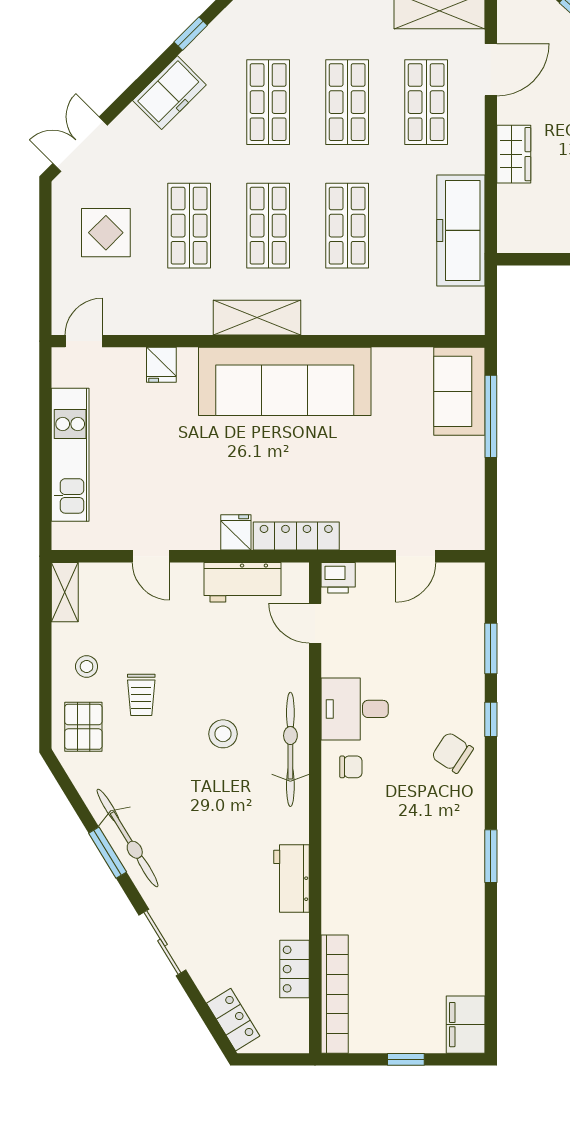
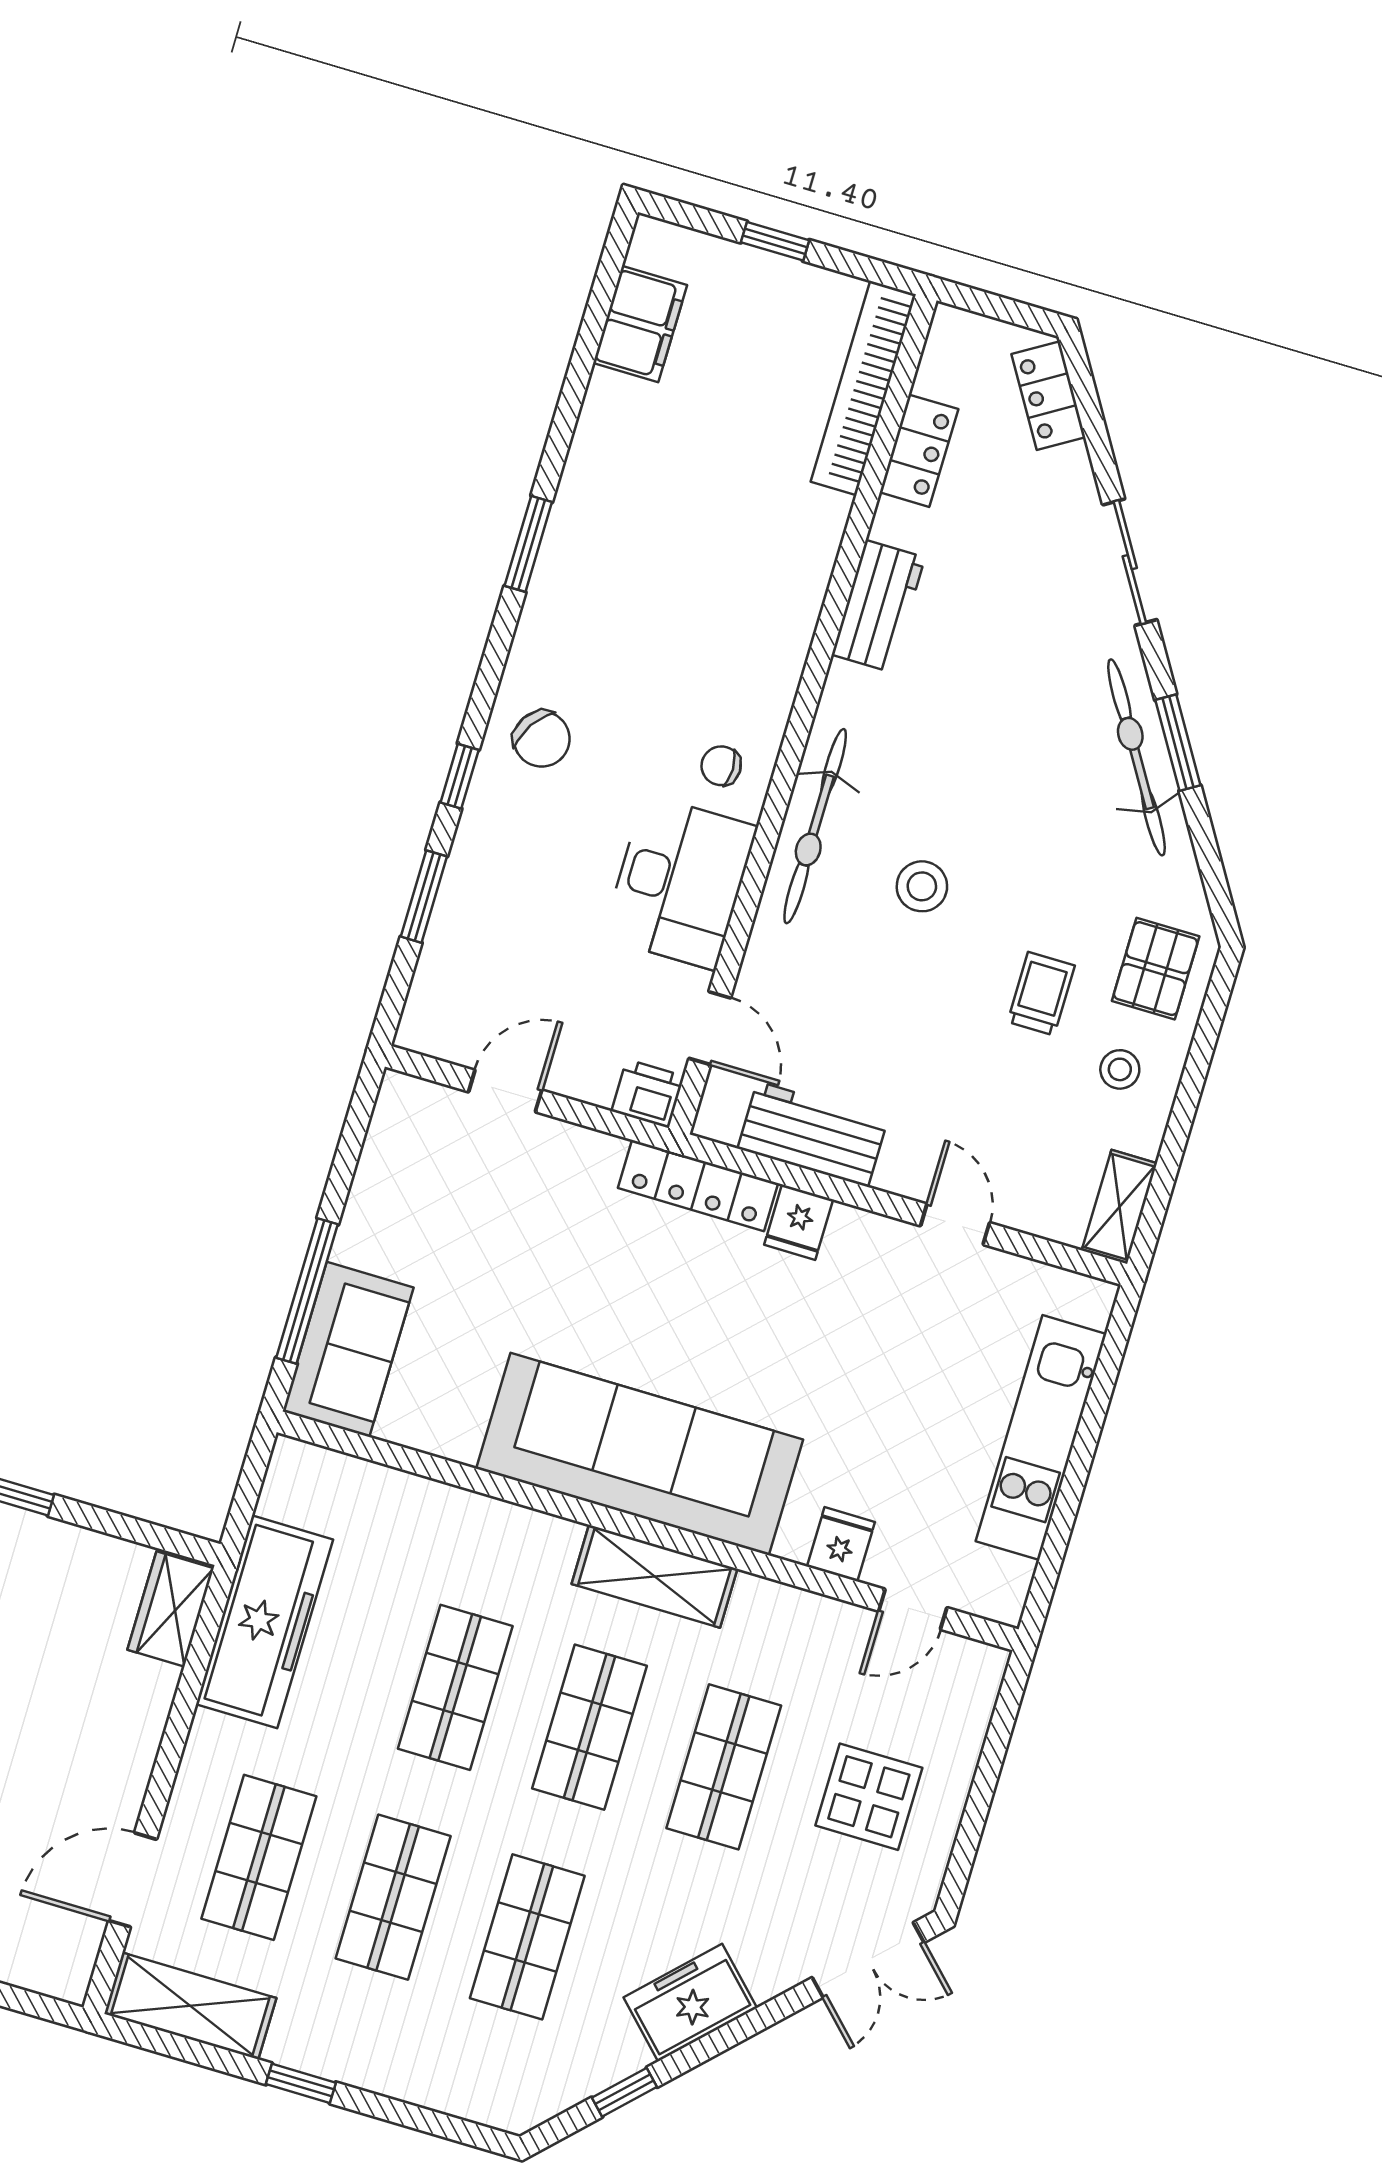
wardrobe: (514, 154) -> (171, 1609), moved
door: (84, 341) -> (913, 1609), moved
desk: (355, 709) -> (680, 882), width x1.37
filing cabinet: (466, 1025) -> (640, 324), moved

